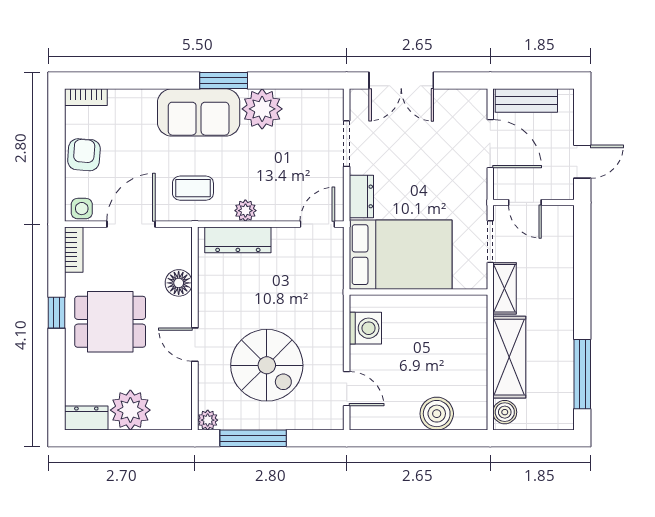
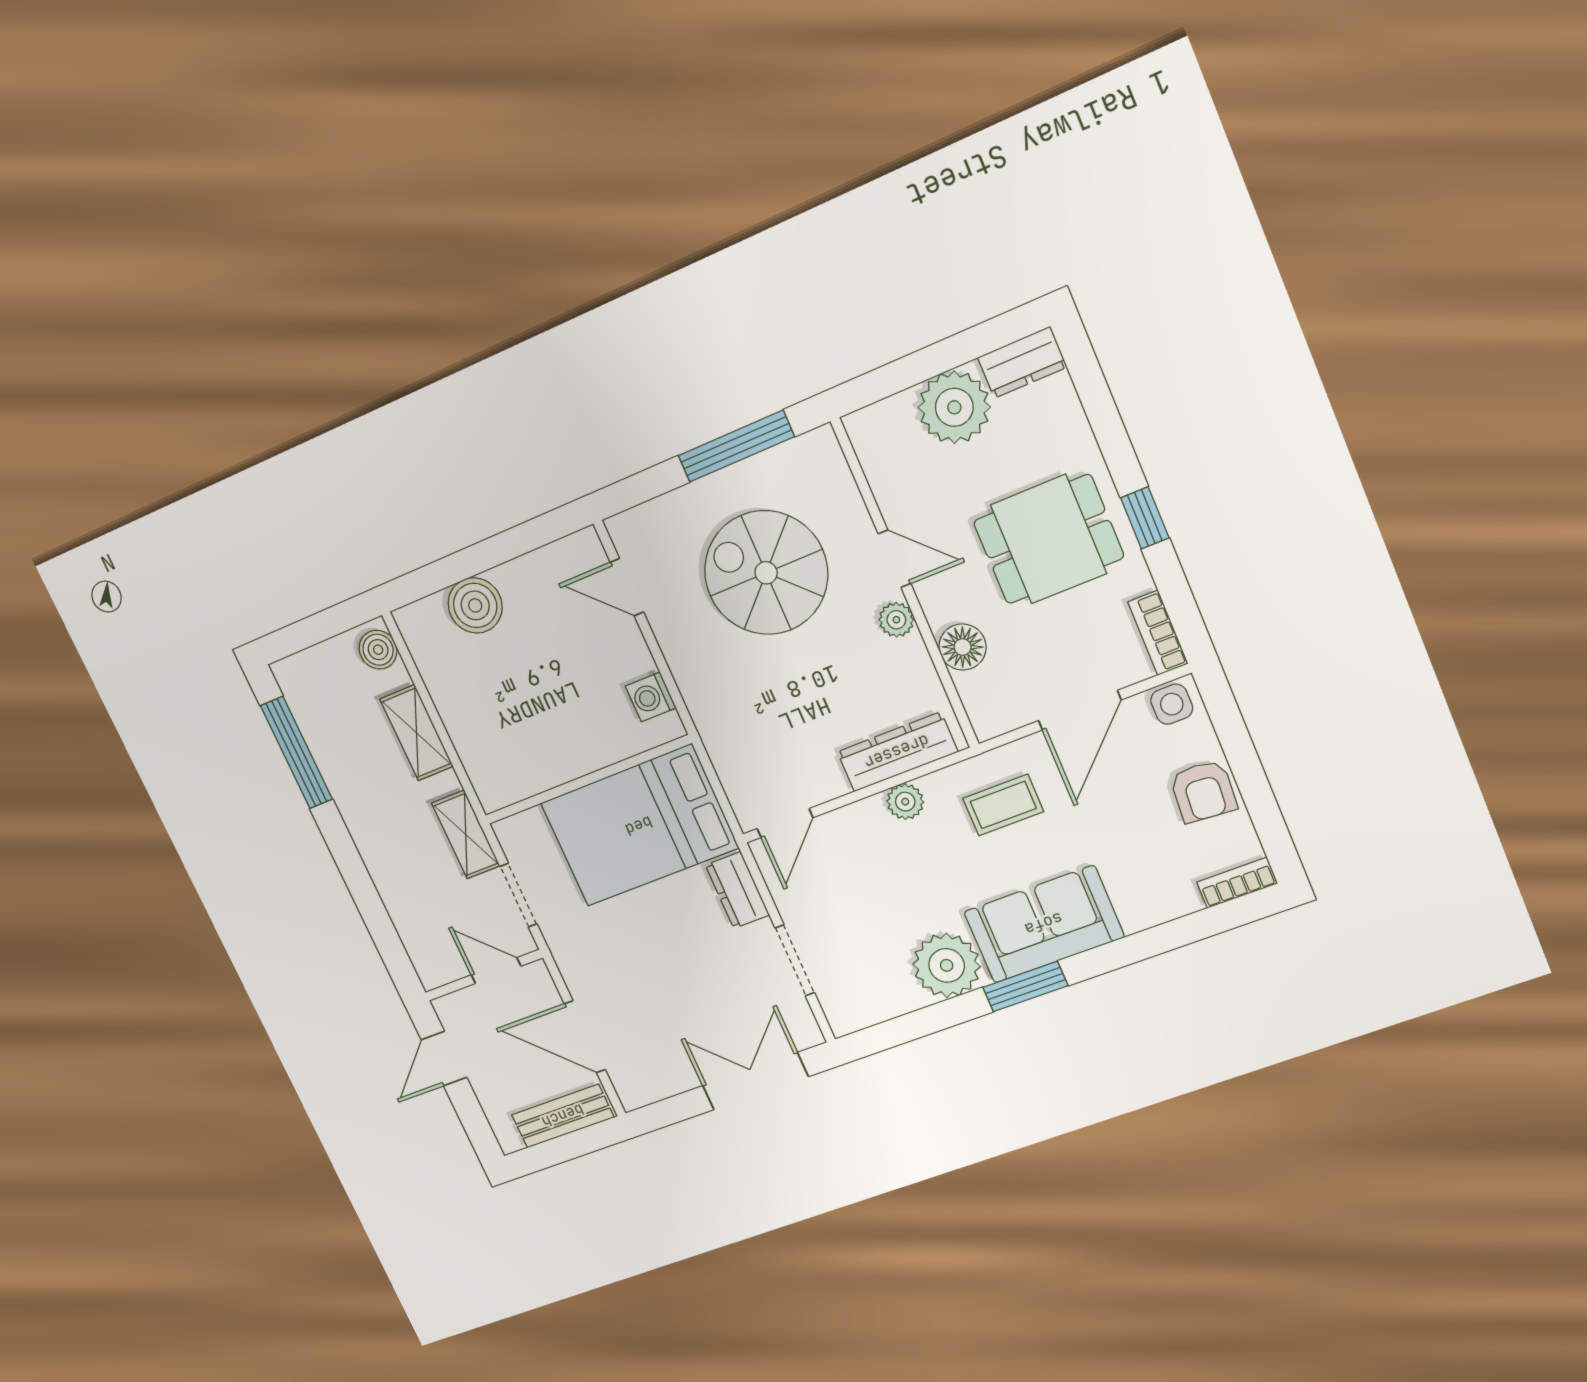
washing machine: (365, 328) -> (651, 697), width x0.73, depth x0.73
shelving: (509, 357) -> (417, 733), width x0.67, depth x0.75
plant: (208, 420) -> (896, 620), moved

